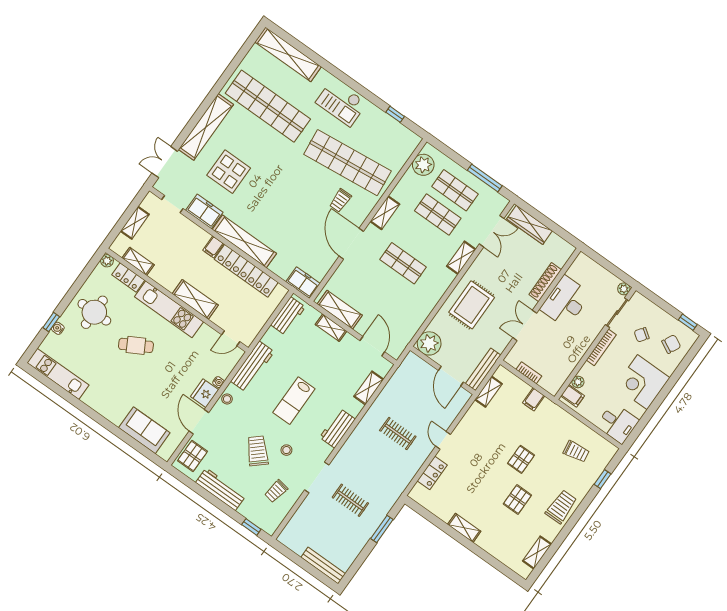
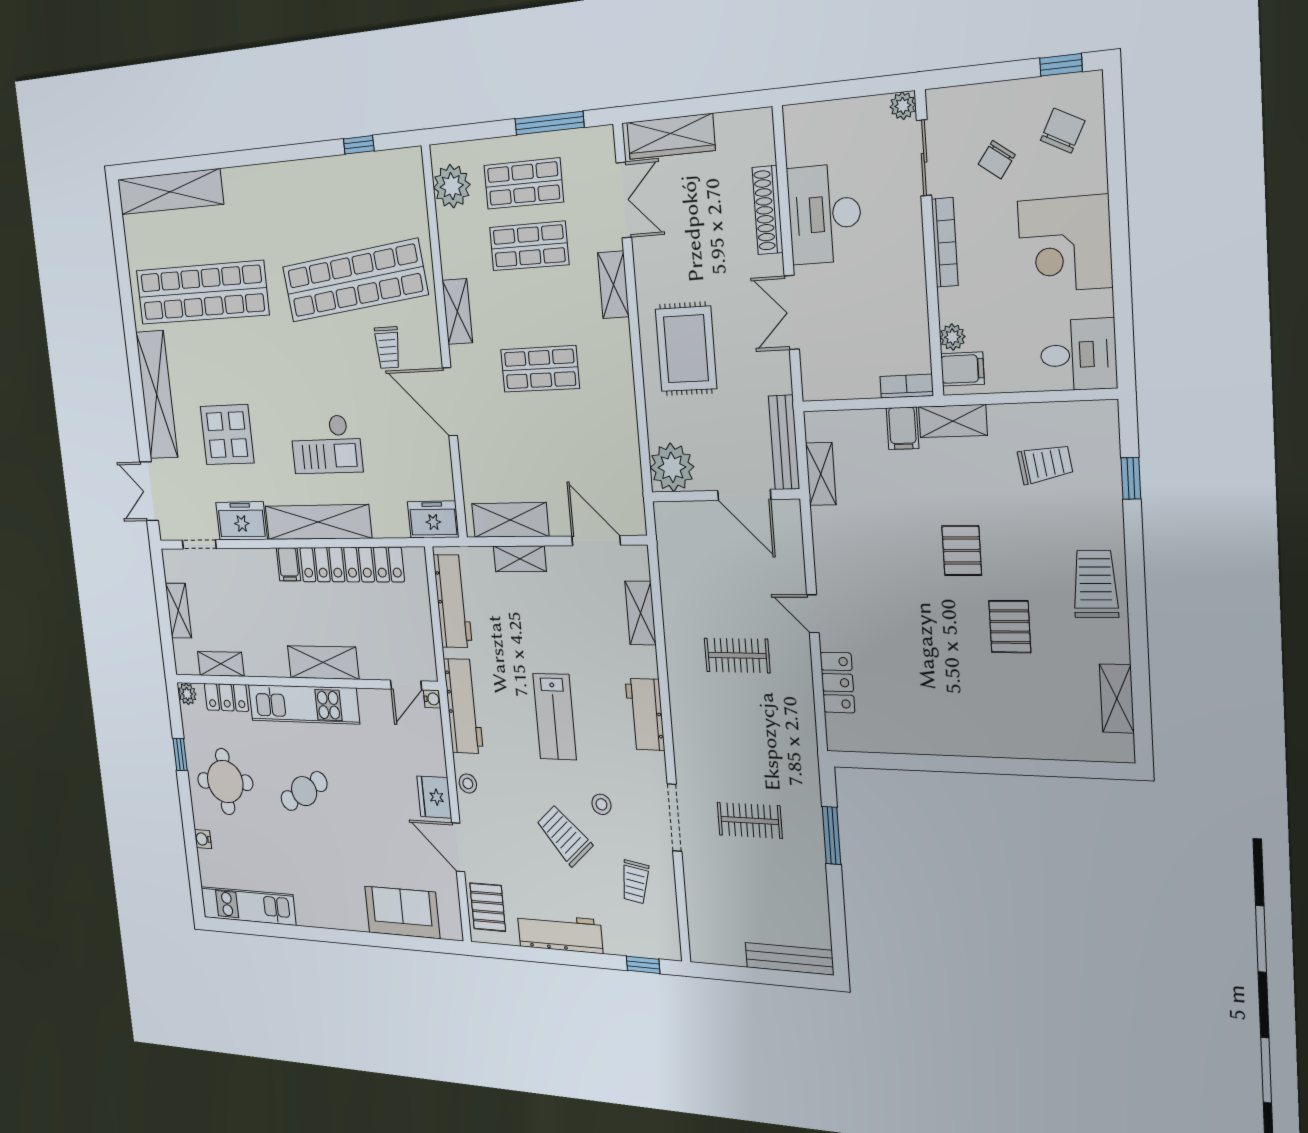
checkout: (341, 103) -> (326, 444), moved
workbench: (288, 316) -> (453, 601), width x1.38
window: (51, 322) -> (180, 755), moved
bookcase: (529, 373) -> (907, 386), moved
water cooler: (218, 382) -> (432, 699), moved
shelving: (464, 528) -> (953, 421), moved

